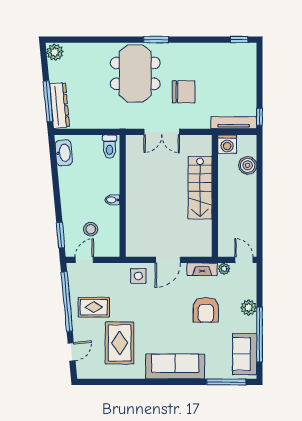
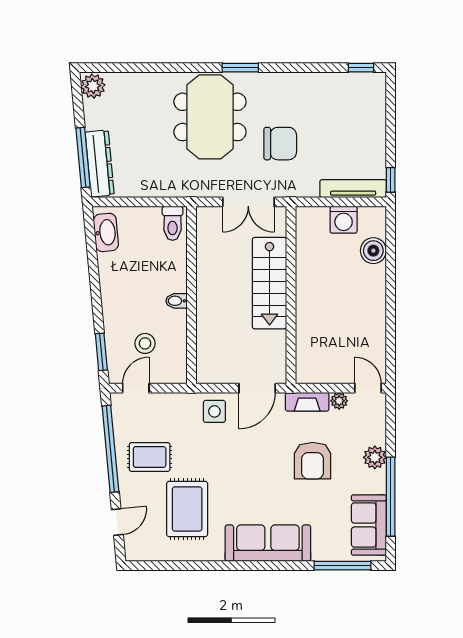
stairs: (200, 188) -> (270, 283), moved
wall: (215, 196) -> (291, 295), moved

